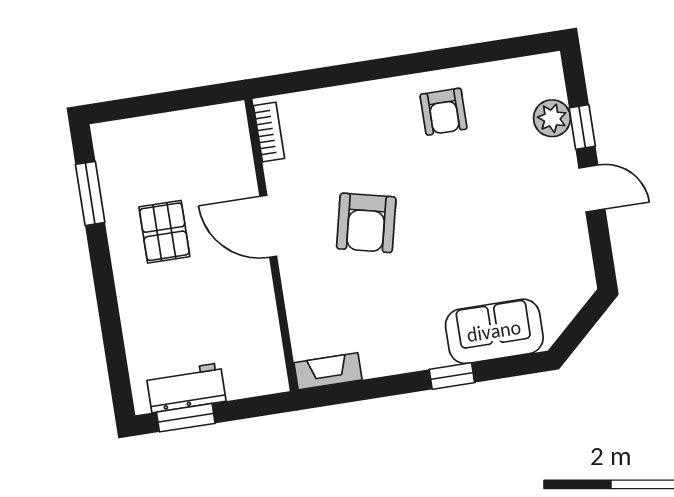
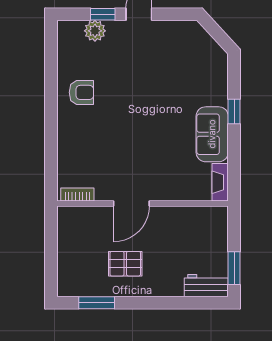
armchair: (366, 223) -> (138, 147), removed
sofa: (494, 331) -> (212, 134), moved
workbench: (186, 388) -> (206, 286), moved, turned 90

